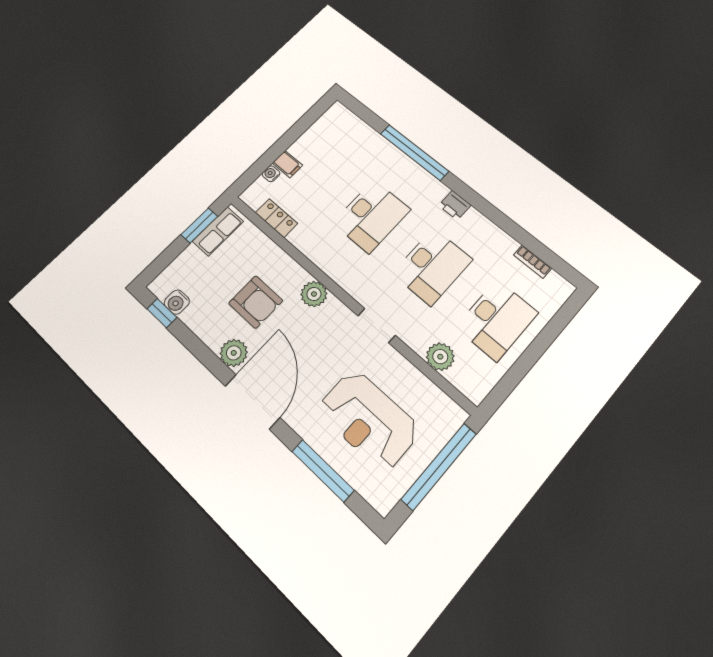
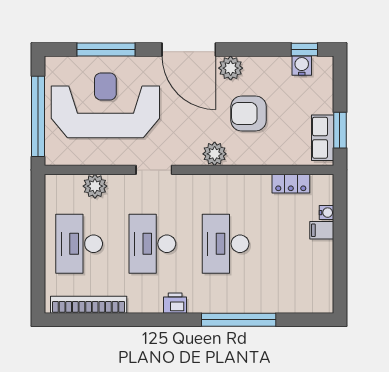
bookcase: (533, 262) -> (89, 305), width x2.31, depth x1.31
reception desk: (369, 420) -> (105, 105), width x1.36, depth x1.30

